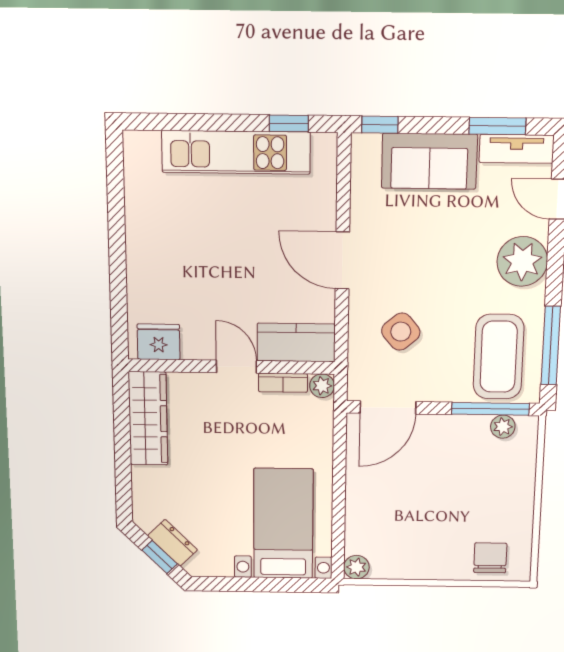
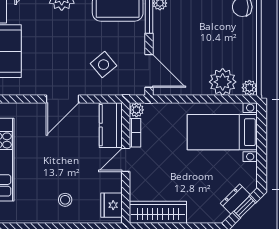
stool: (166, 263) -> (65, 200), added
plant: (367, 525) -> (223, 82), added

